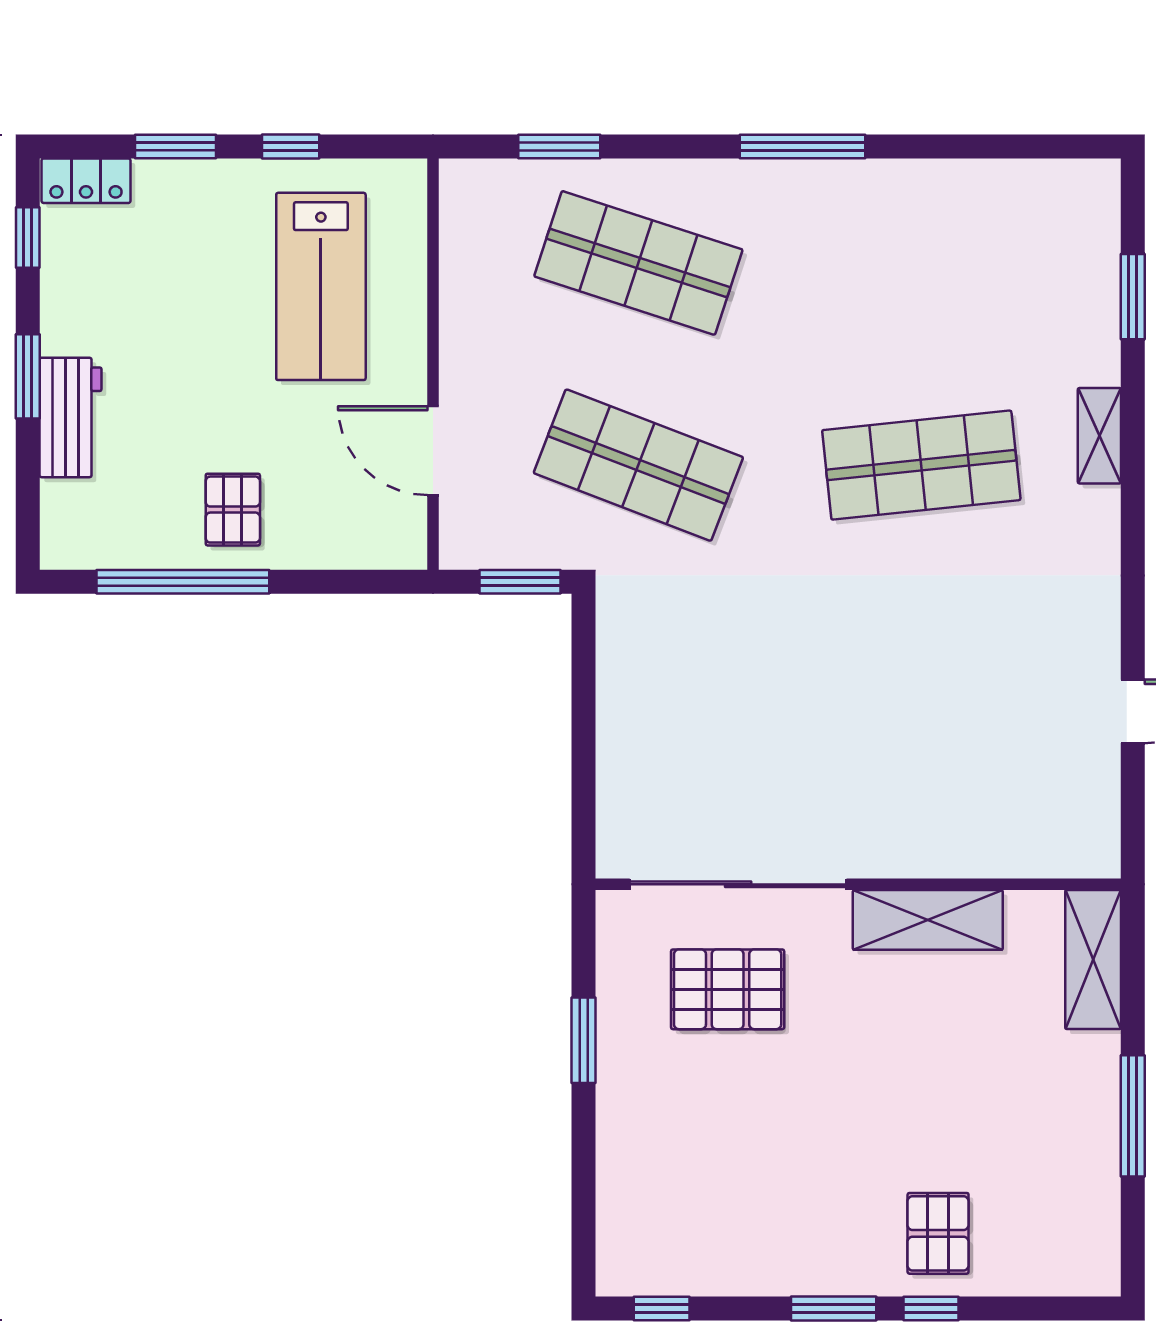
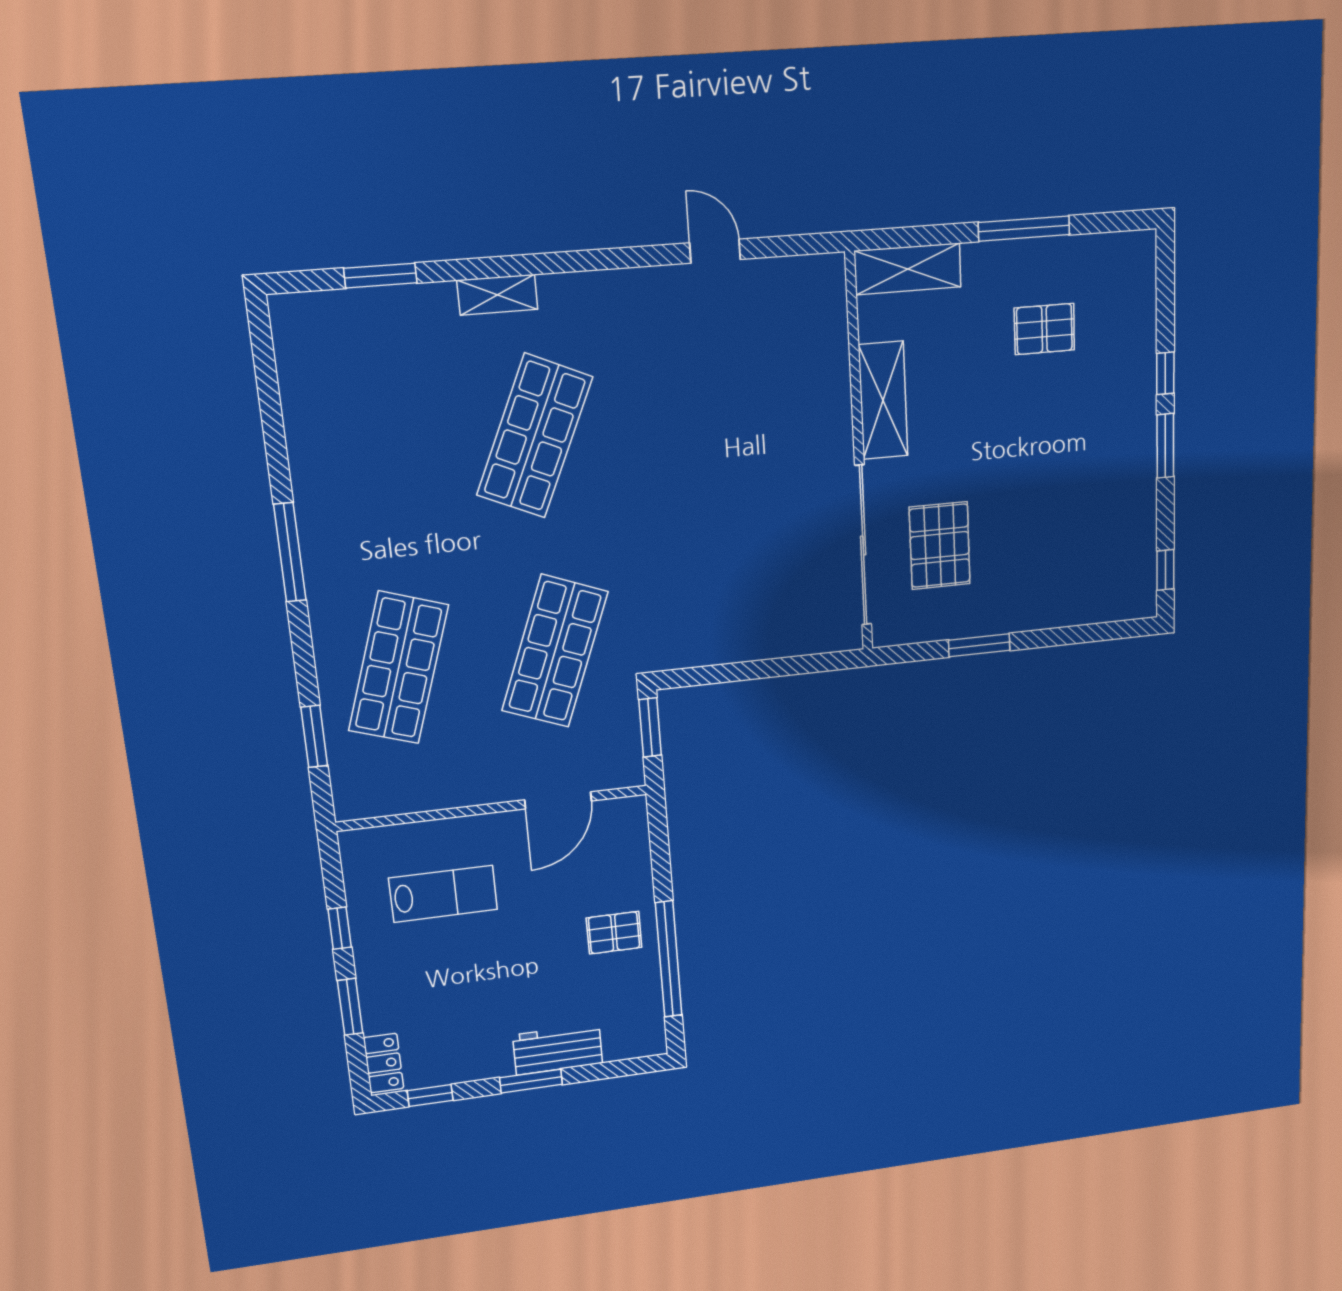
lab bench: (321, 286) -> (443, 894), width x0.73, depth x0.72
shop shelf: (921, 465) -> (535, 436), turned 30
pallet: (938, 1233) -> (1044, 329), moved

